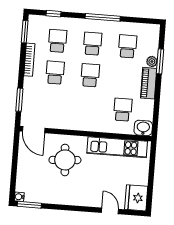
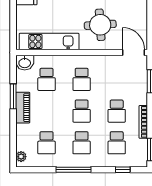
plant: (152, 61) -> (21, 157), moved
window: (160, 61) -> (13, 96), moved
school desk: (88, 107) -> (82, 79), added

